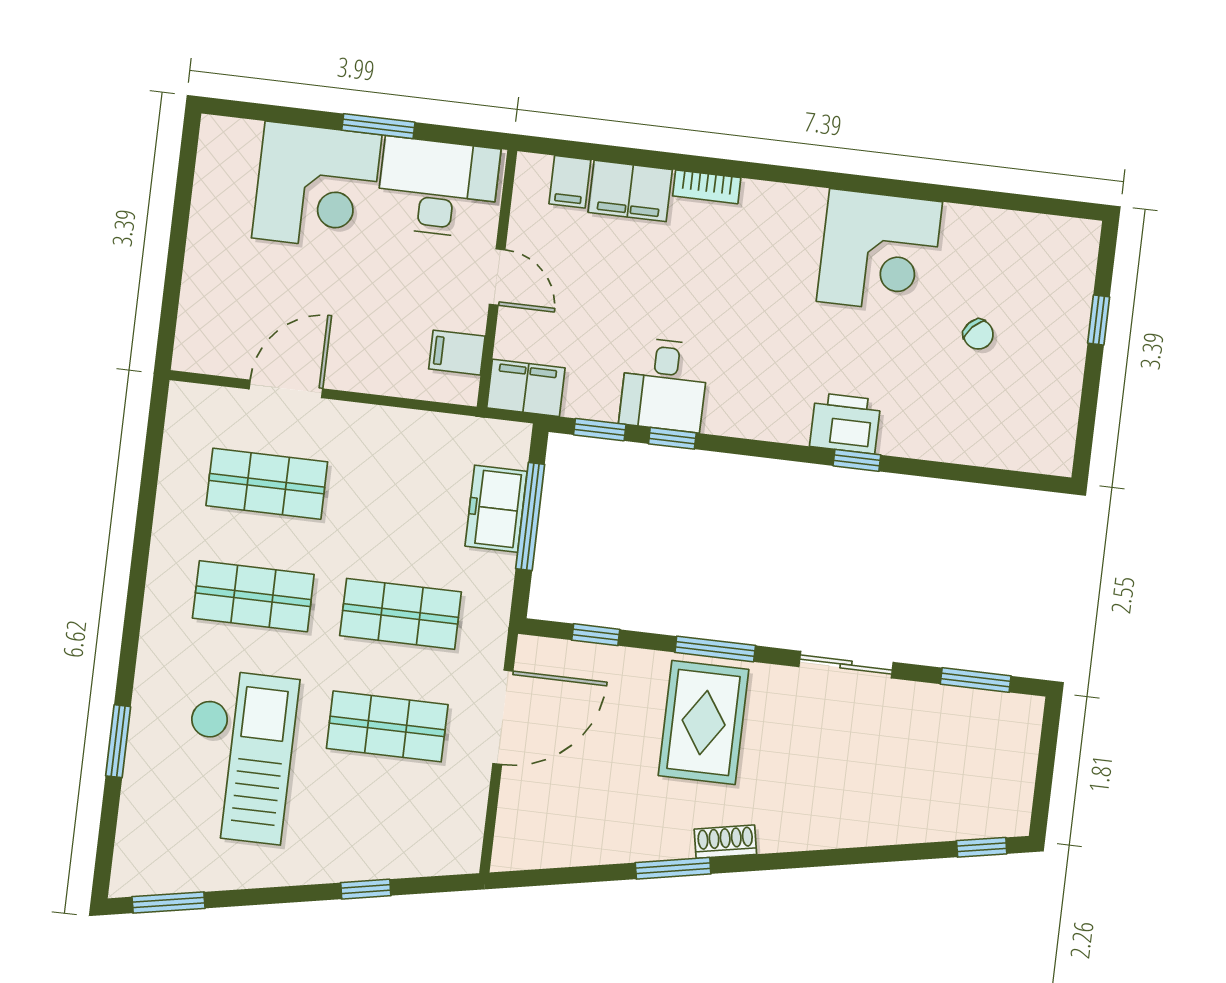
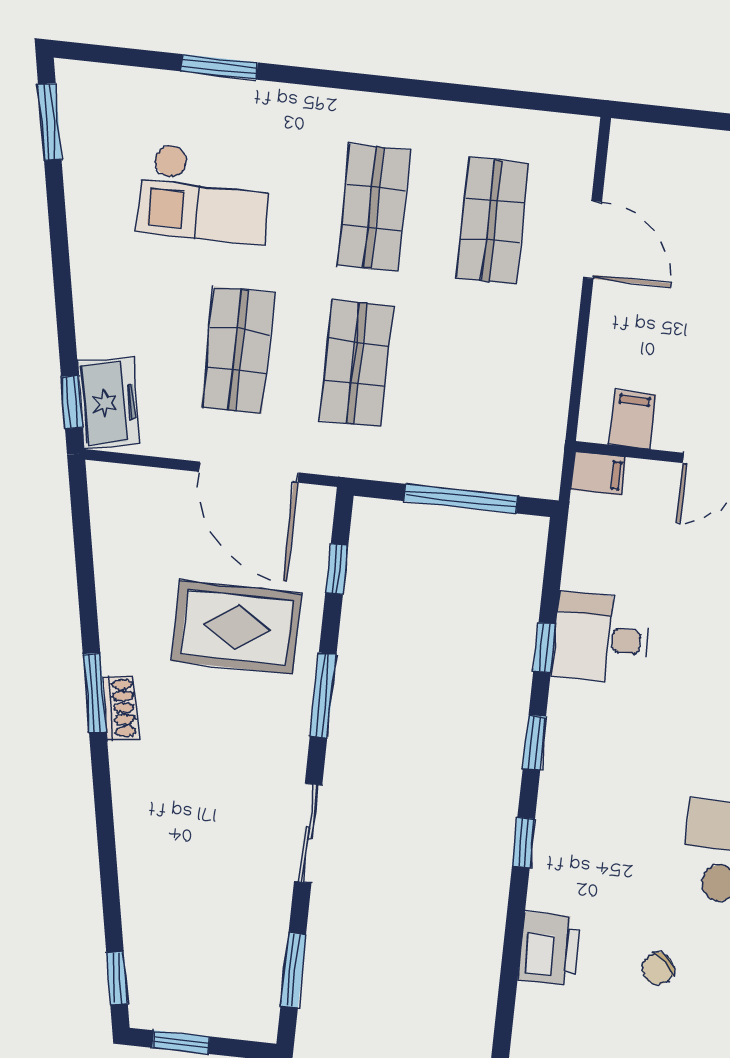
filing cabinet: (526, 388) -> (598, 474), width x0.50
printer: (845, 423) -> (549, 949), moved
window: (600, 430) -> (534, 743), moved
freezer: (496, 509) -> (109, 403), moved, turned 79
rug: (704, 723) -> (237, 627), moved
checkout: (239, 756) -> (205, 194), width x0.73, depth x0.83
window: (1043, 787) -> (181, 1042), added
window: (673, 868) -> (95, 693), moved
window: (366, 889) -> (72, 402), moved

